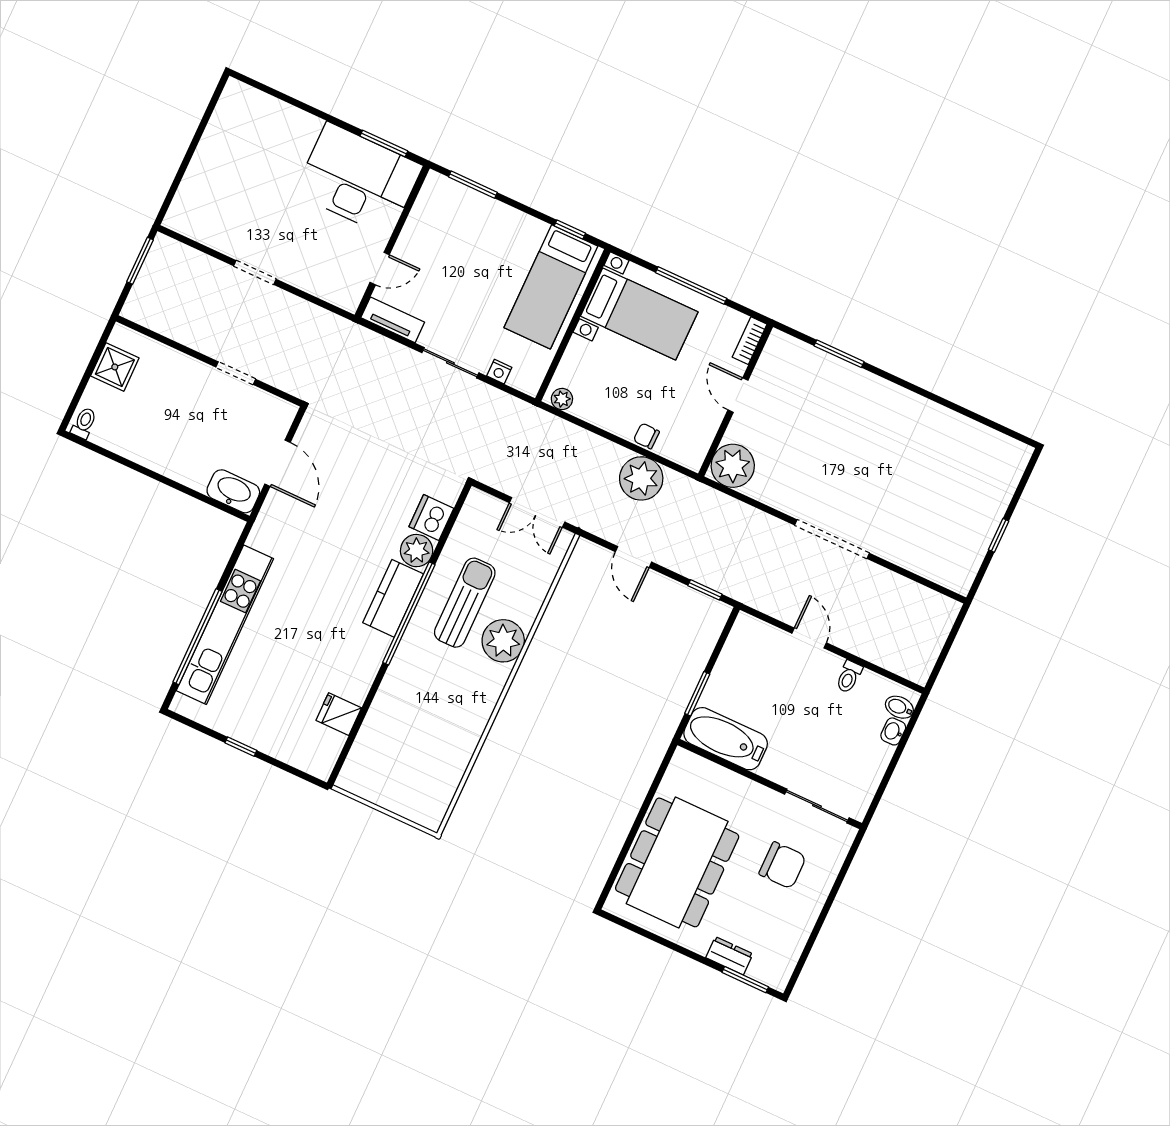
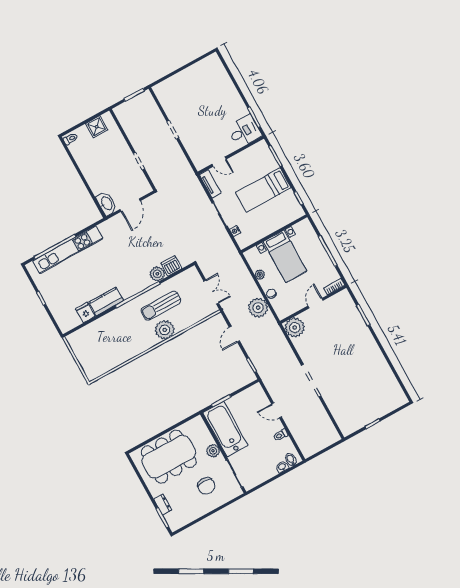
desk: (358, 179) -> (244, 131), width x0.53, depth x0.77
bed: (551, 287) -> (263, 190), moved
bed with nightstands: (639, 314) -> (285, 256), moved
plant: (562, 399) -> (260, 275), moved
double door: (537, 512) -> (211, 292), swing flipped
kitchen counter: (393, 598) -> (106, 301), moved
sun lounger: (465, 603) -> (161, 306), turned 180
door: (809, 638) -> (277, 410), swing flipped
bathtub: (726, 739) -> (225, 429), width x1.36, depth x1.36
plant: (749, 794) -> (213, 451), added

